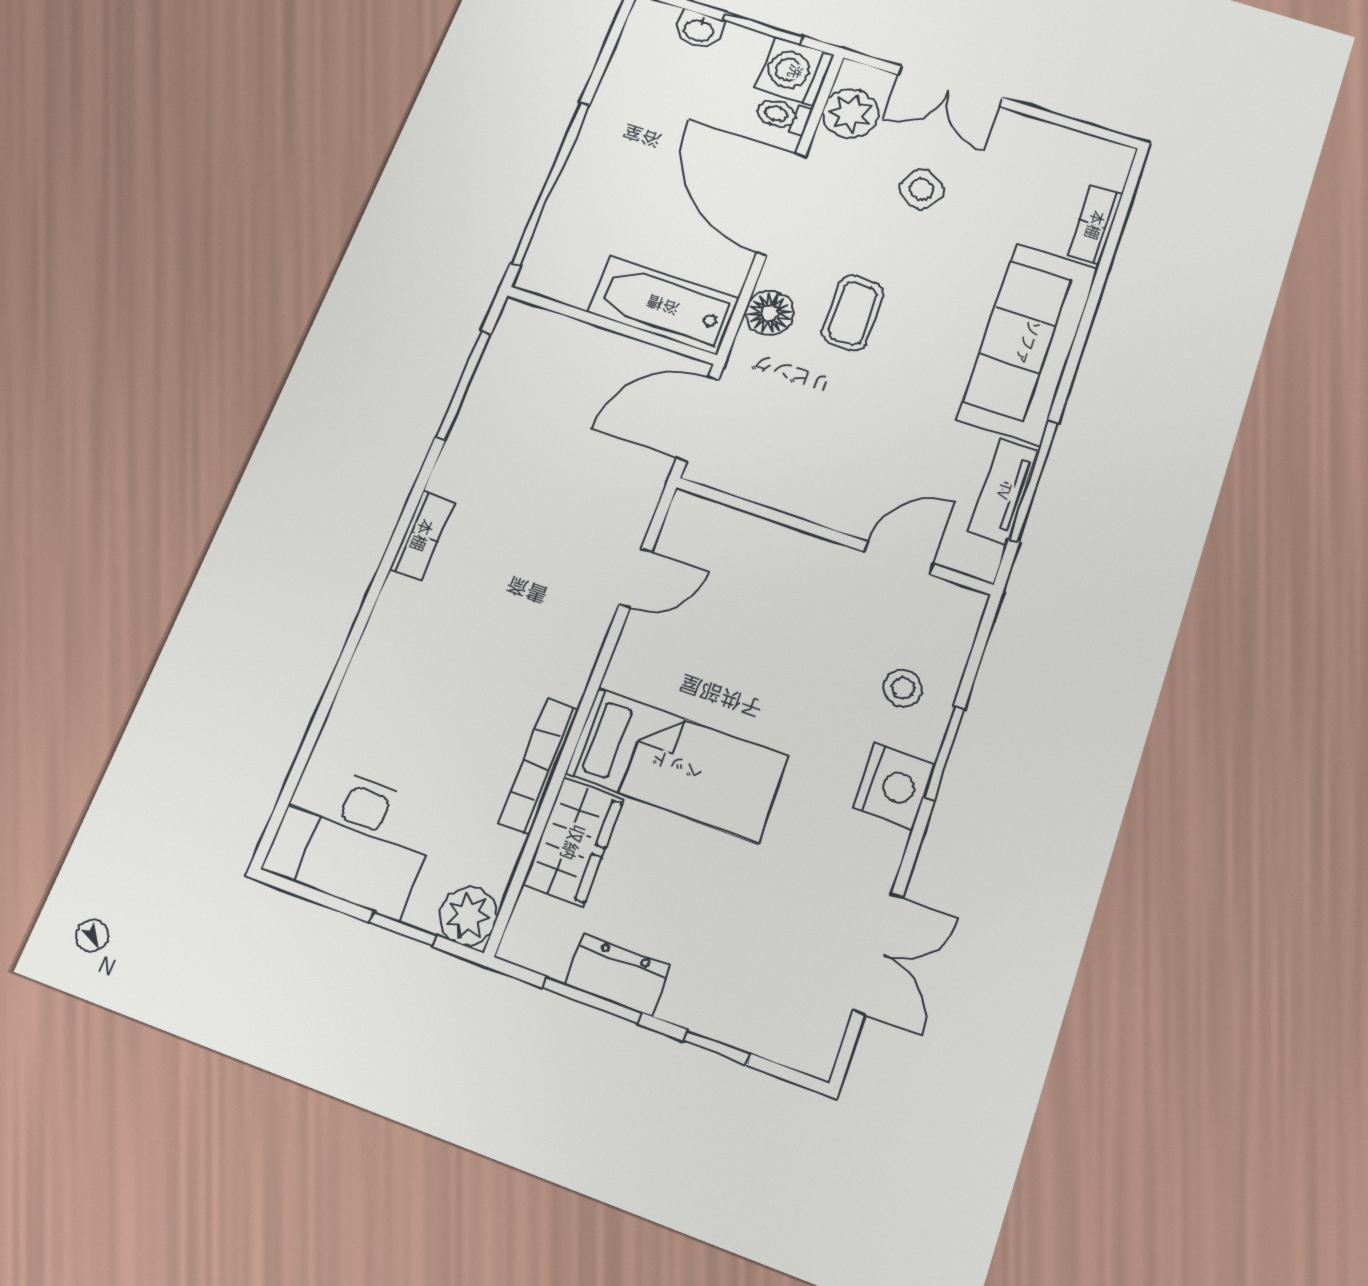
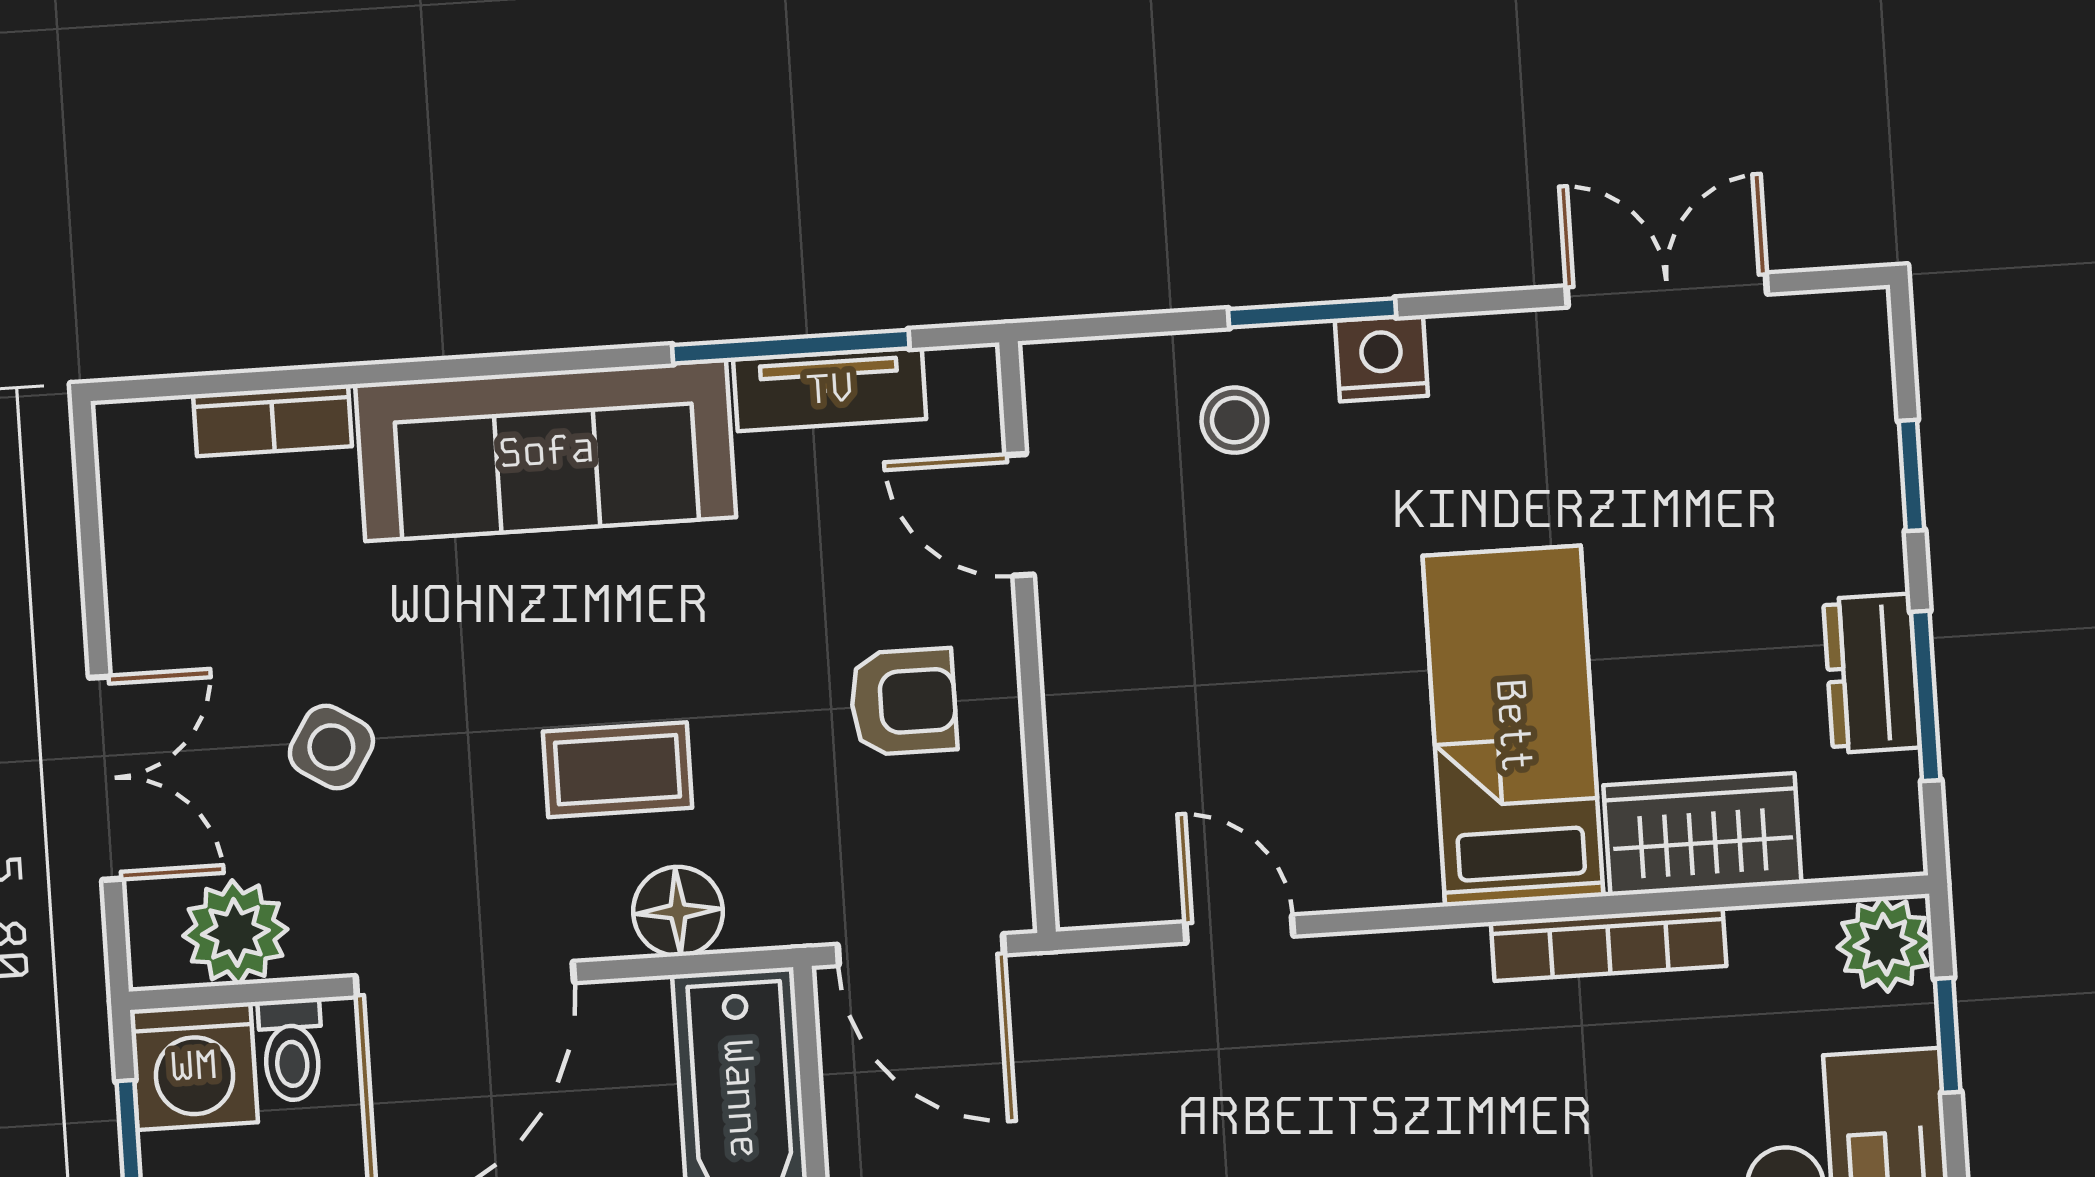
armchair: (827, 461) -> (903, 702), added
nightstand: (894, 786) -> (1381, 358), width x0.74, depth x0.75

